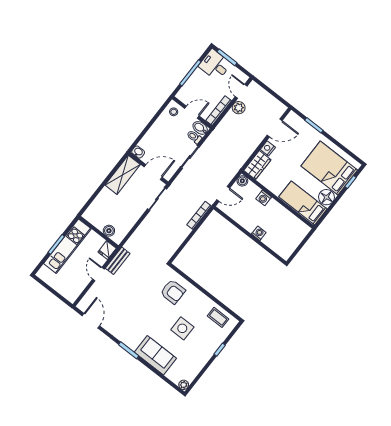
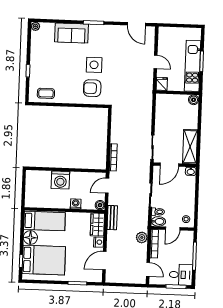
plant: (239, 108) -> (142, 237), moved
boiler: (109, 231) -> (194, 100), moved
washing machine: (259, 233) -> (60, 180), width x1.89, depth x1.89
bench: (118, 261) -> (112, 218), moved
side table: (182, 328) -> (94, 65), moved

